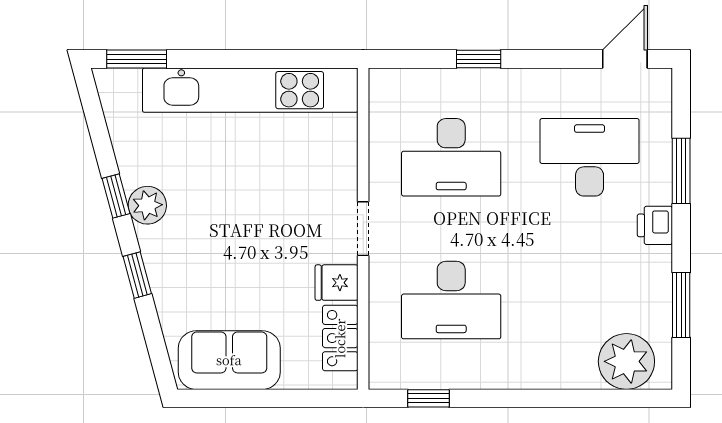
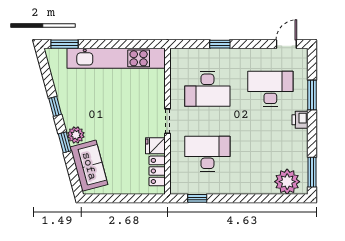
plant: (147, 205) -> (76, 135), moved
desk: (451, 300) -> (207, 154), turned 180
window: (681, 305) -> (312, 172), moved
sofa: (229, 360) -> (89, 166), moved, turned 75

